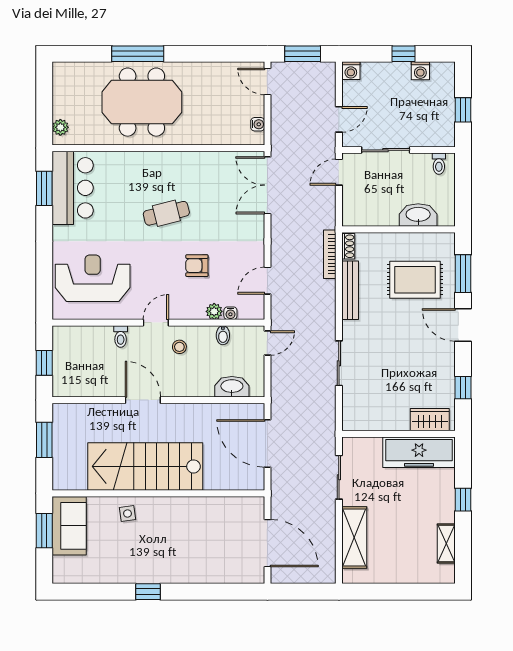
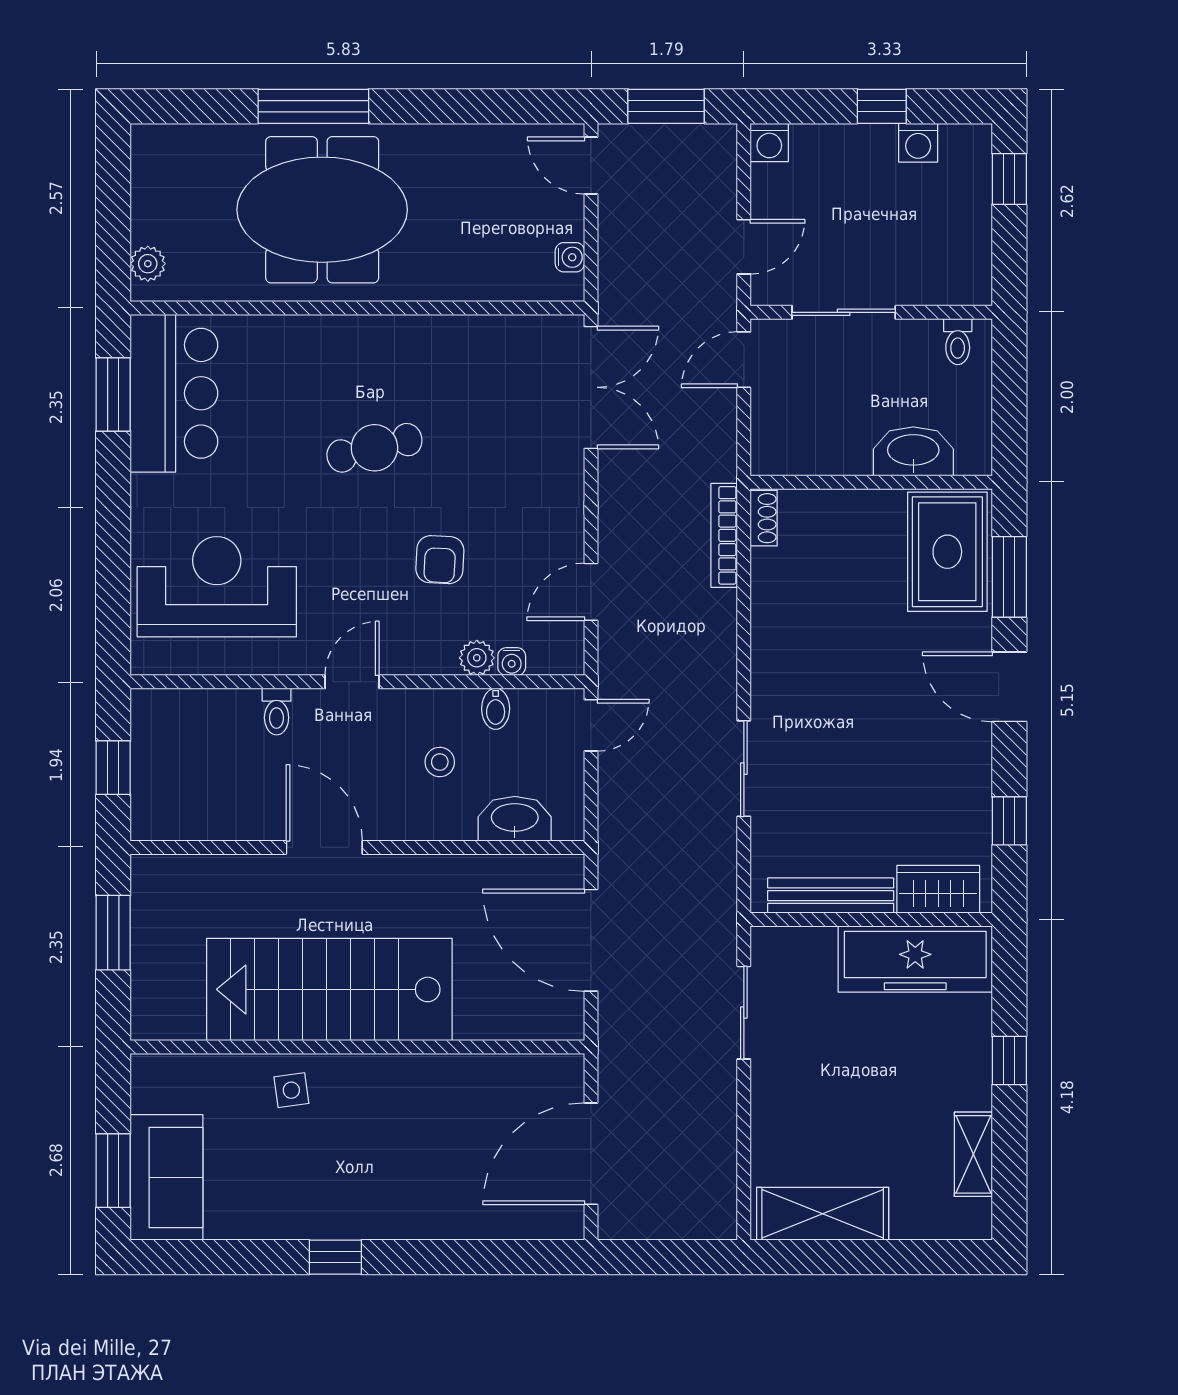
window: (463, 110) -> (1009, 179), moved
double door: (267, 185) -> (591, 387), swing flipped
armchair: (197, 266) -> (440, 560), turned -87
rug: (415, 280) -> (947, 552), moved, turned 90
bench: (350, 290) -> (831, 896), moved, turned 90
stool: (179, 347) -> (440, 762), moved
sofa: (69, 526) -> (166, 1177), moved
window: (44, 531) -> (113, 1171), moved
shelving: (354, 537) -> (823, 1214), moved, turned 90
door: (267, 543) -> (591, 1154), swing flipped

